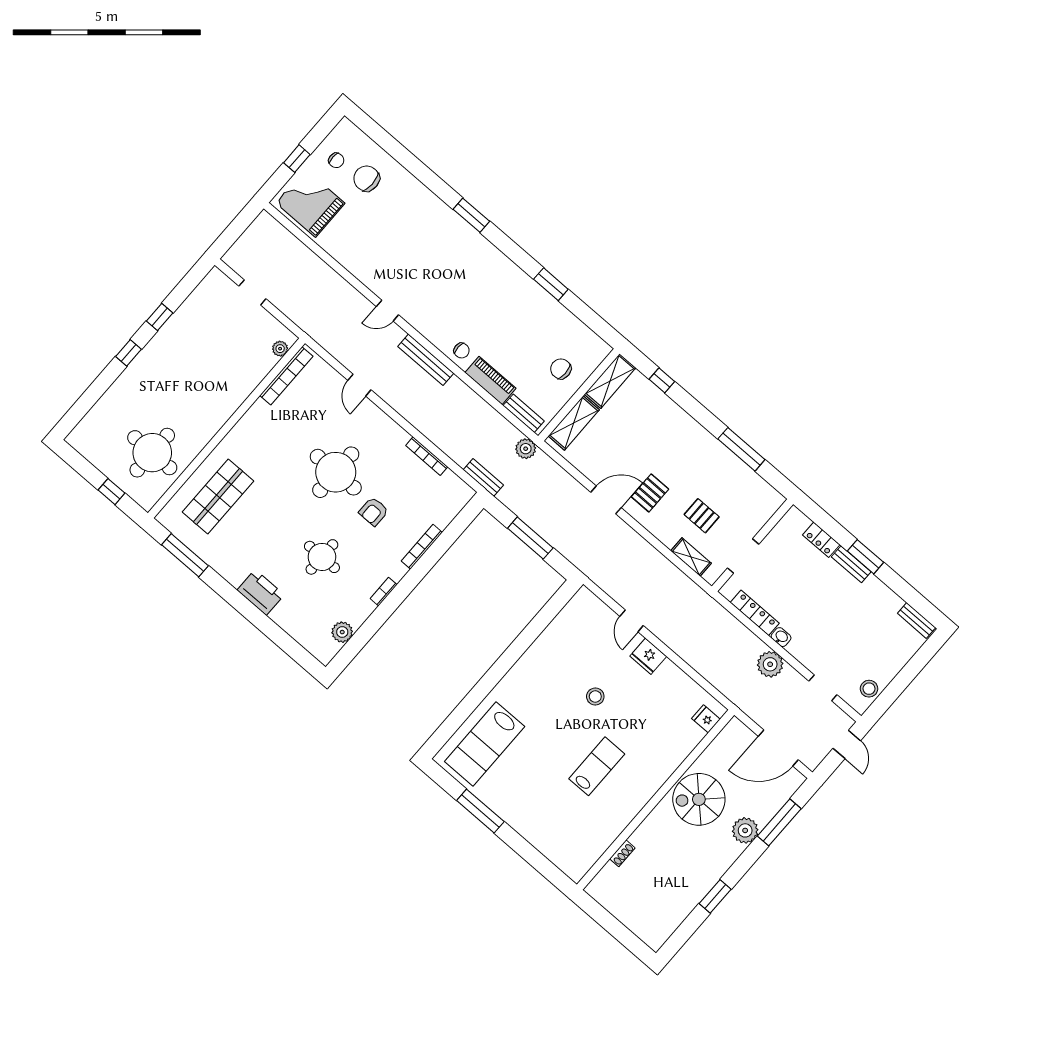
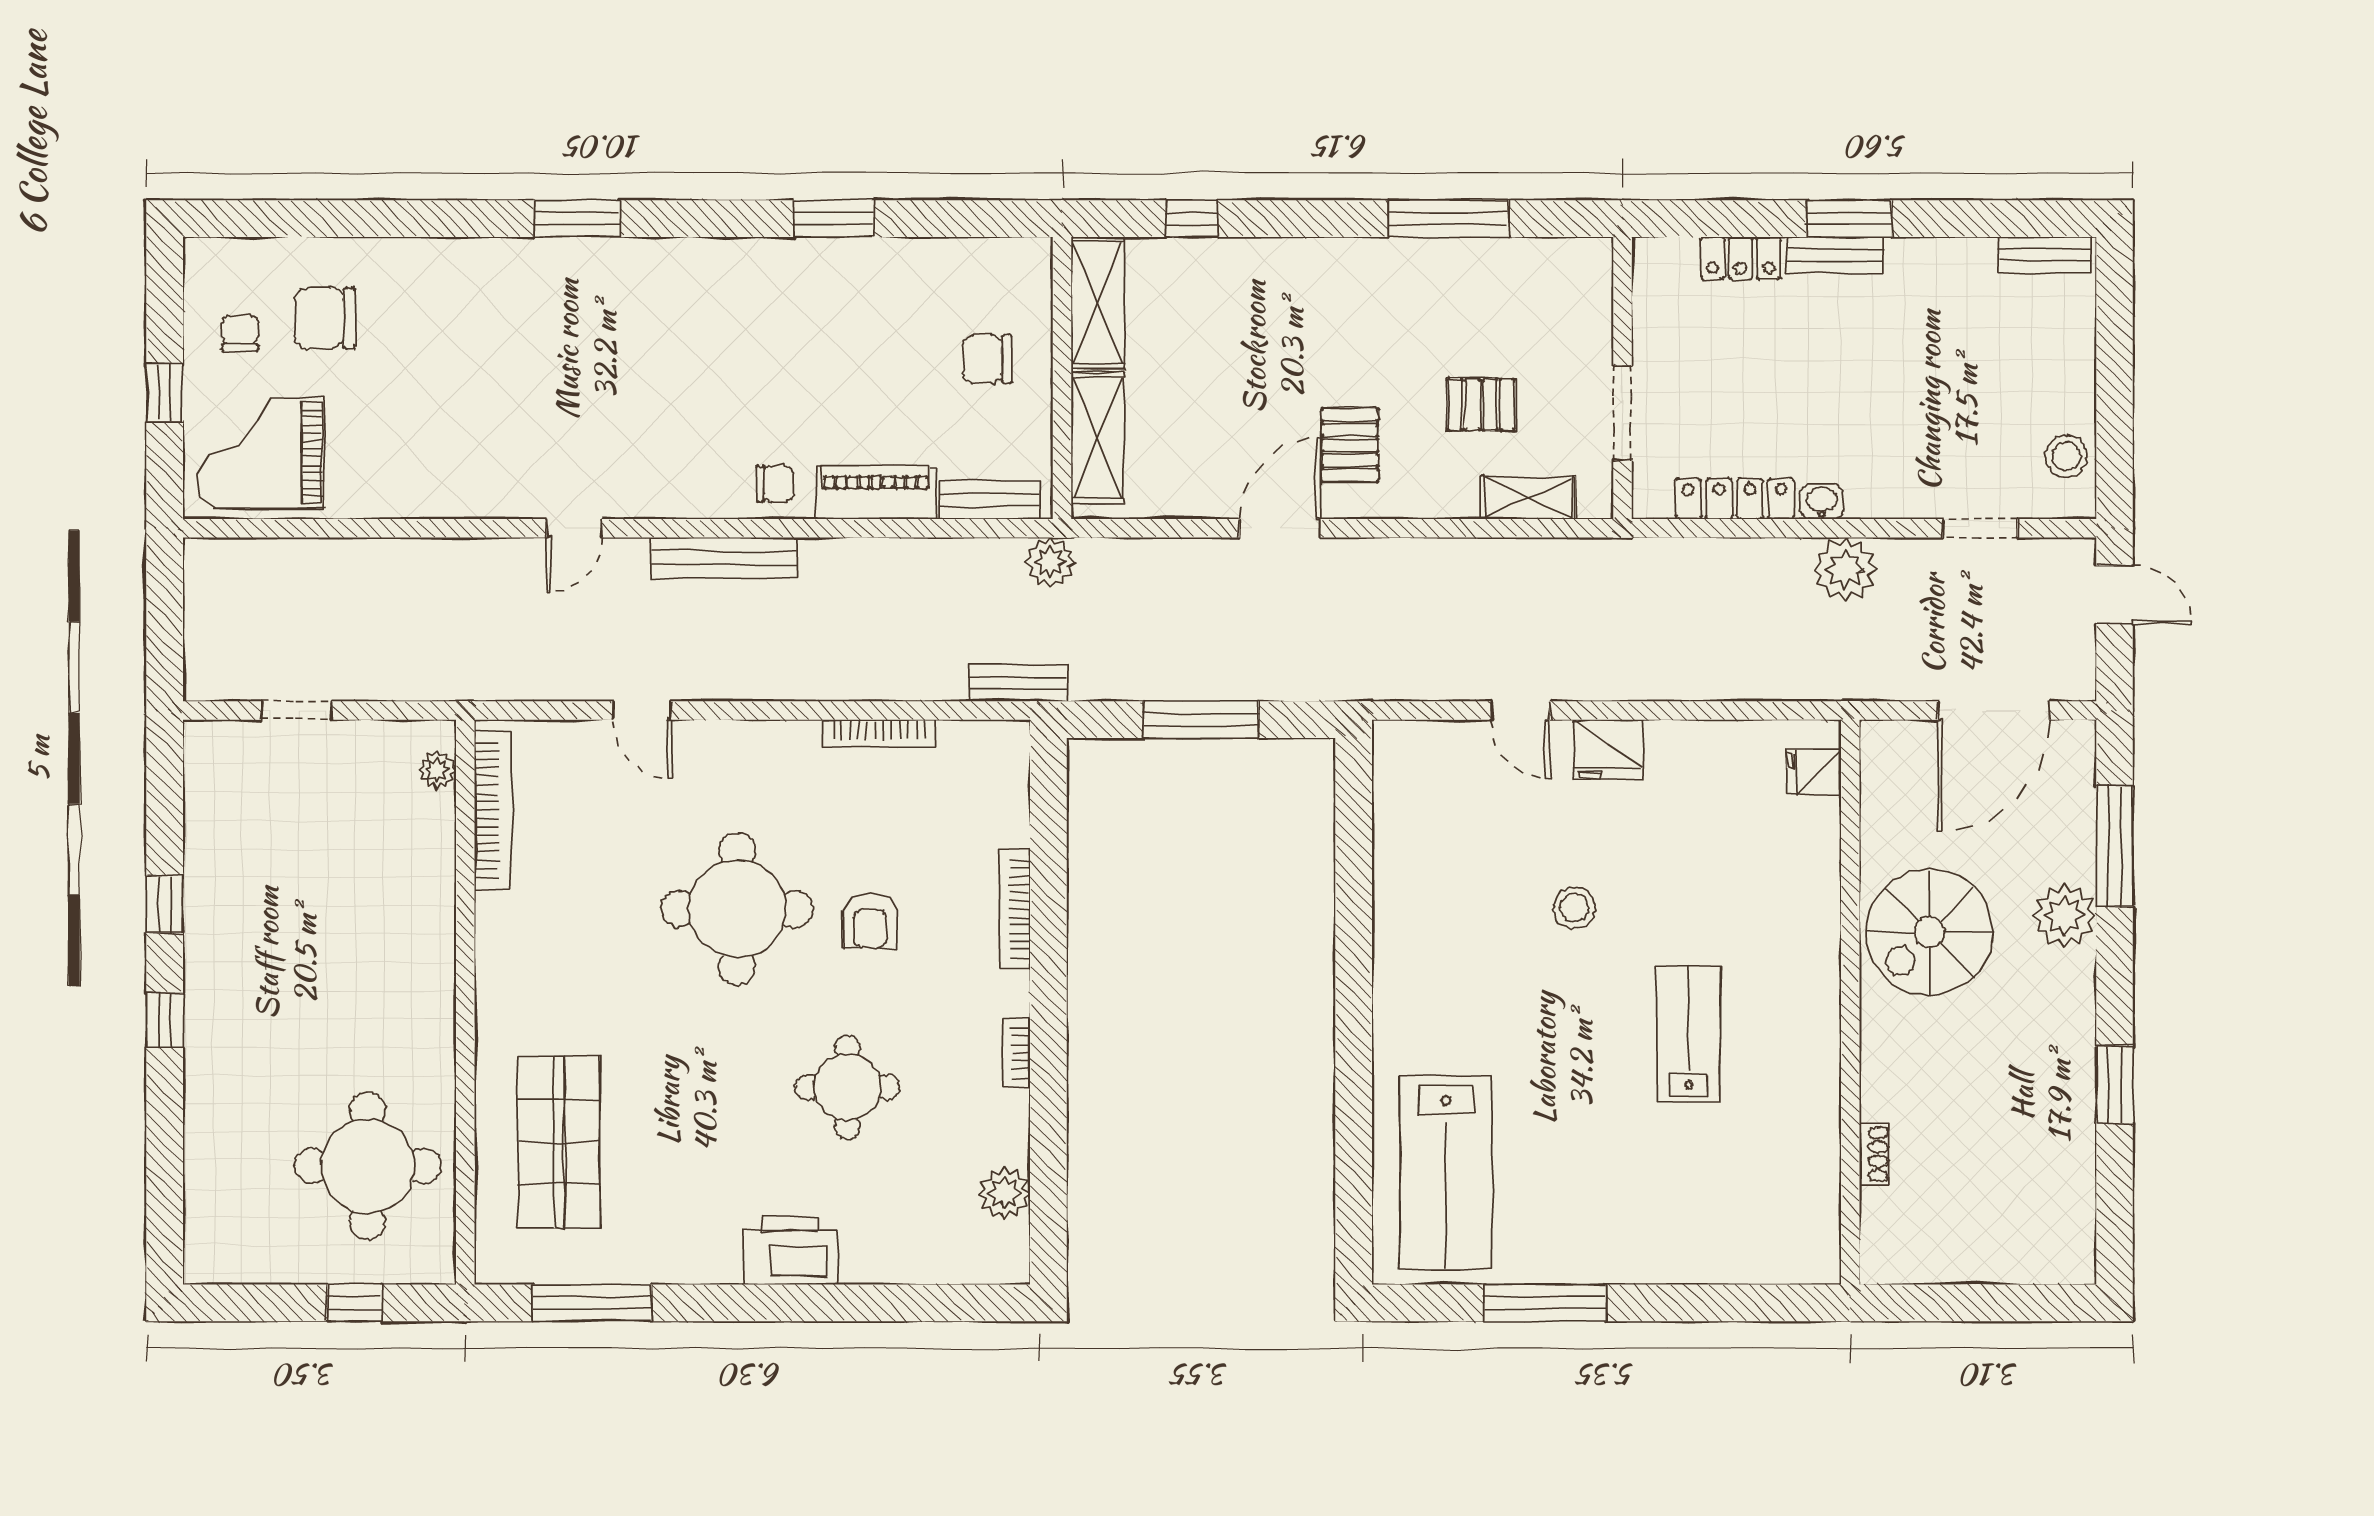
chair: (336, 160) -> (240, 333), turned -90

